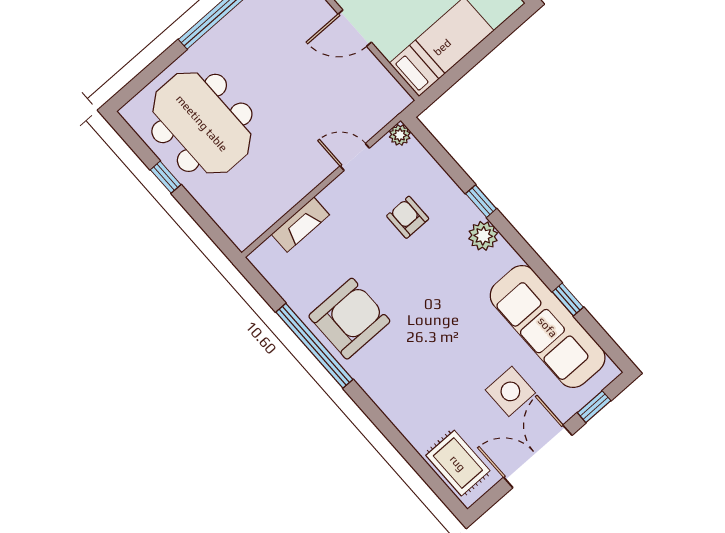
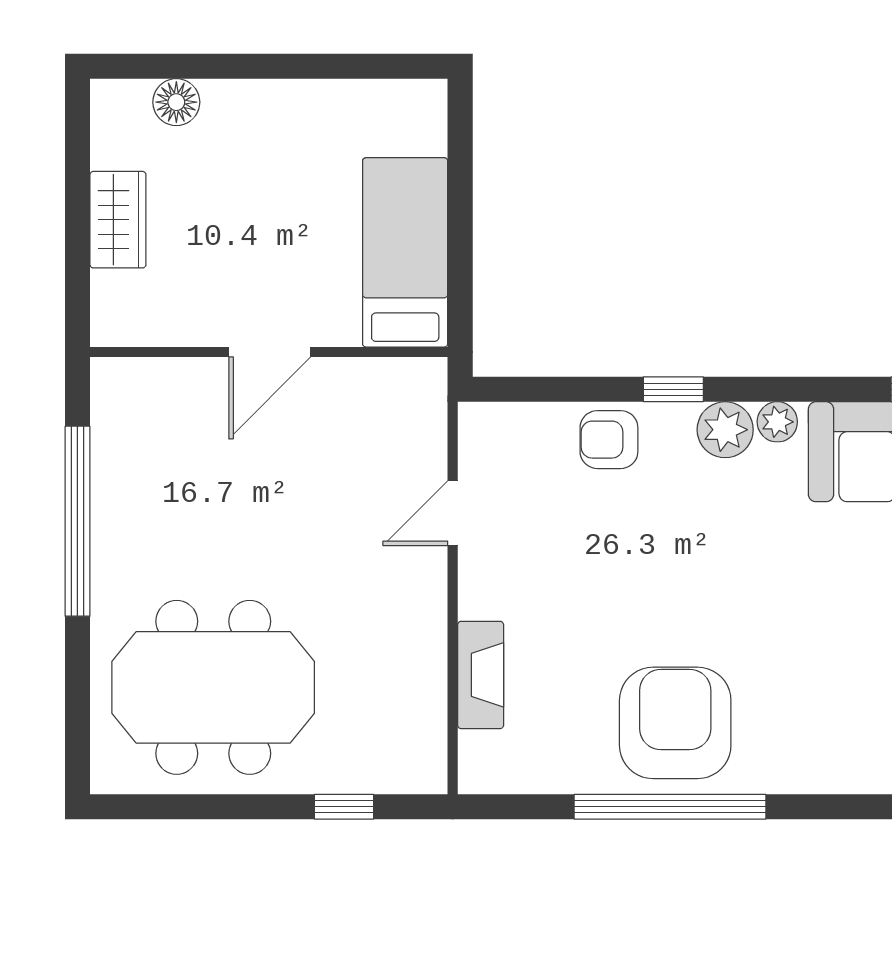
plant: (400, 135) -> (777, 422), moved
window: (166, 177) -> (344, 807), moved
armchair: (408, 217) -> (609, 440), moved

